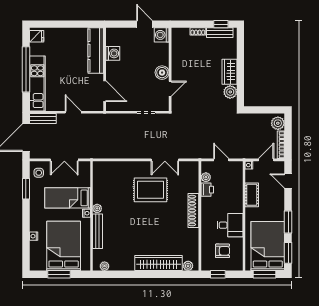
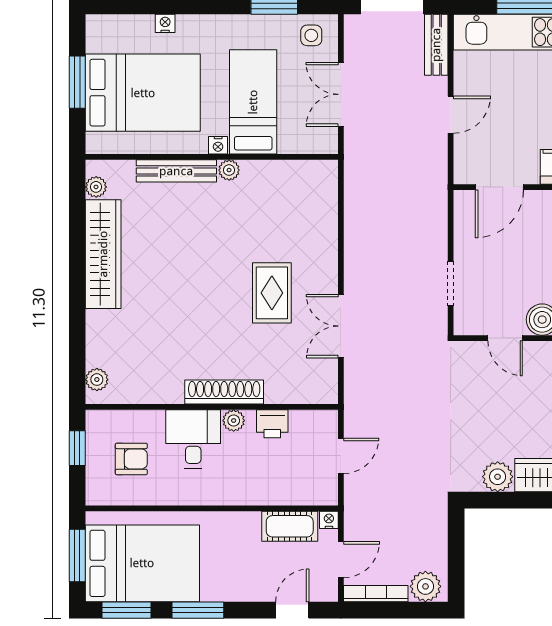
door: (266, 160) -> (341, 560), hinge flipped
plant: (206, 177) -> (234, 421), moved
rug: (150, 190) -> (272, 293), width x0.73, depth x0.70
cot: (252, 195) -> (290, 526), moved
desk: (230, 225) -> (193, 439), moved, turned 180
armchair: (223, 251) -> (131, 459), turned -90
wardrobe: (159, 263) -> (103, 254), moved

